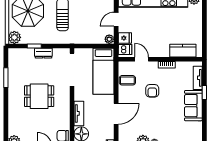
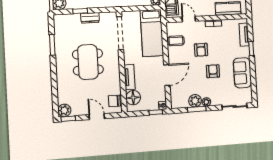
dining table: (39, 96) -> (88, 62), width x1.38
sofa: (193, 106) -> (242, 73), moved
armchair: (163, 113) -> (213, 71), added

